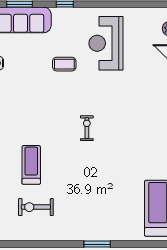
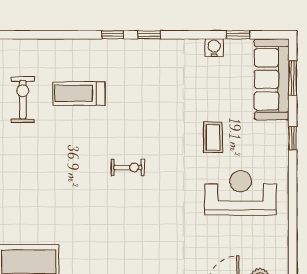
treadmill: (31, 165) -> (79, 93), turned 180

